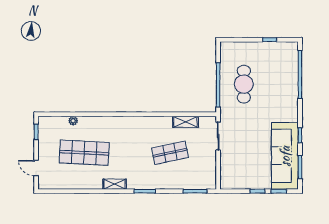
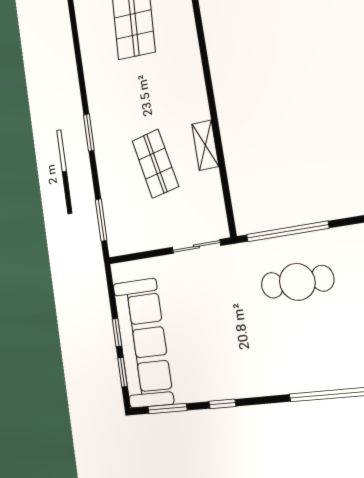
shelving: (186, 122) -> (205, 145), moved
sofa: (285, 156) -> (143, 343), moved, turned 90
shelving: (115, 184) -> (92, 79), removed

